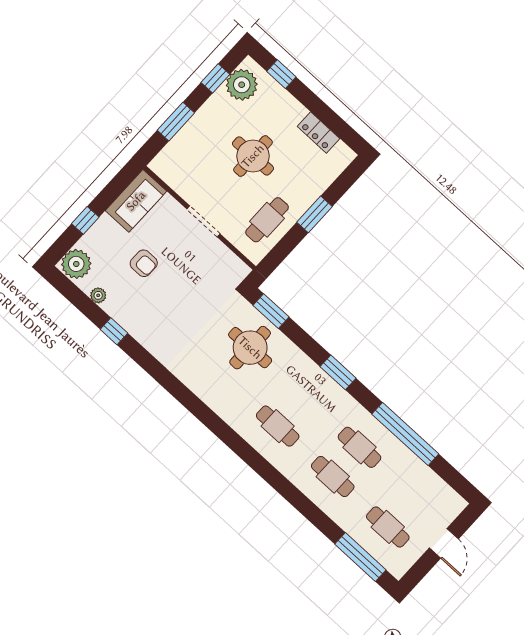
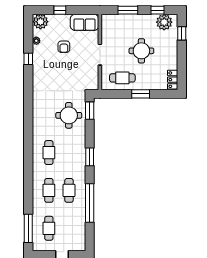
locker: (318, 132) -> (173, 80), moved

